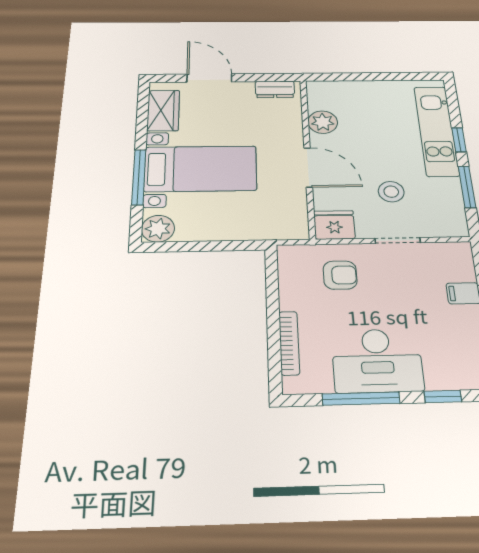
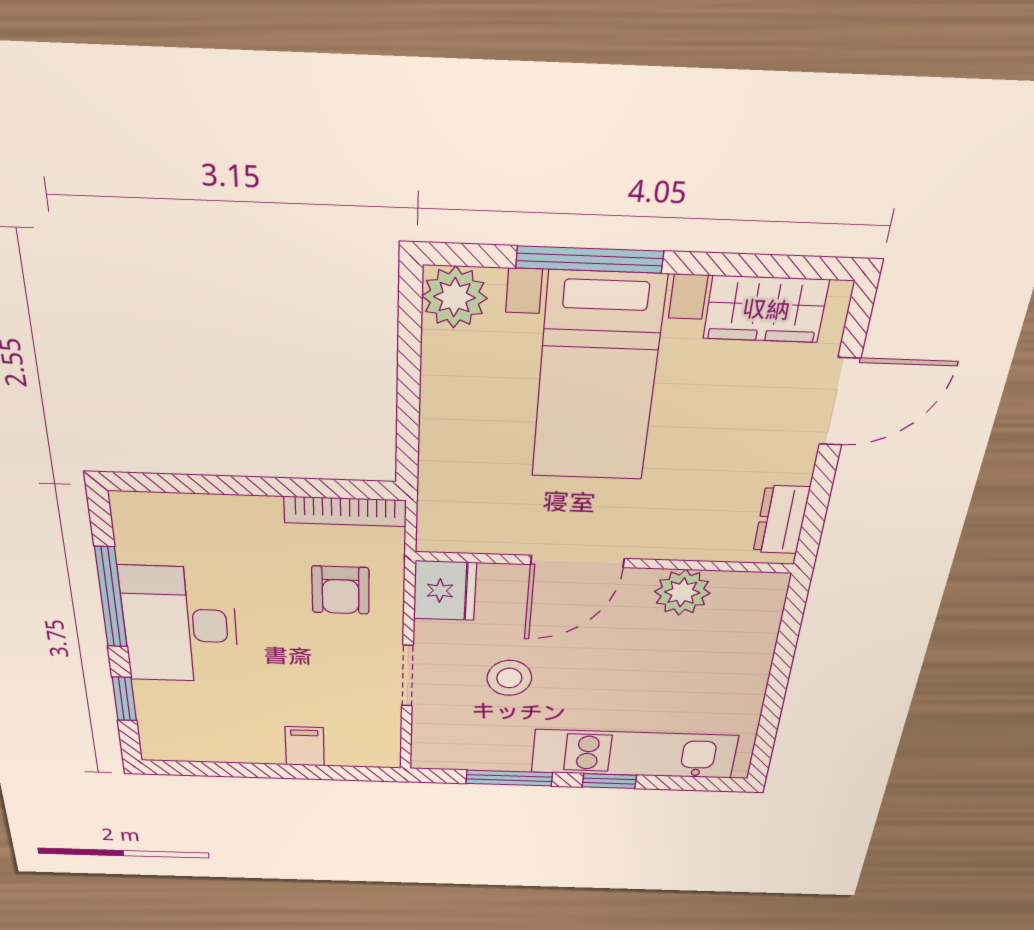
bookcase: (289, 343) -> (345, 511), moved

